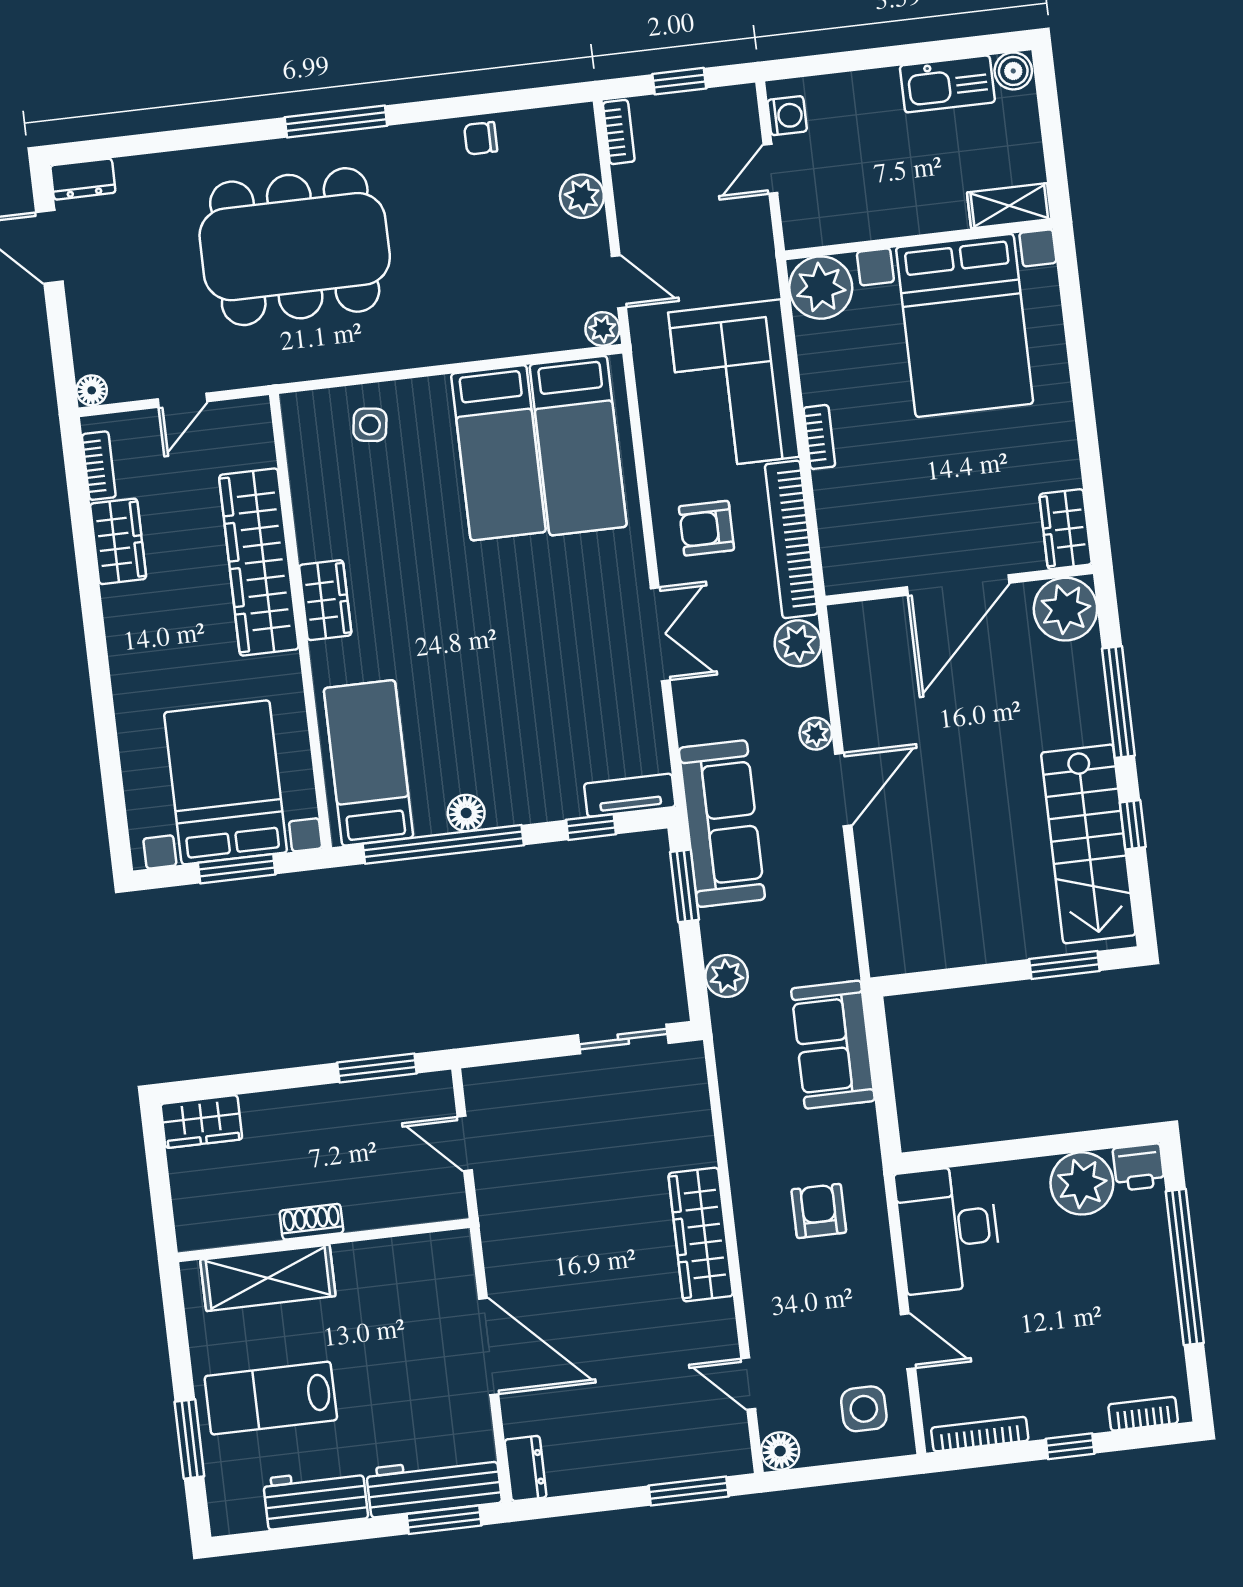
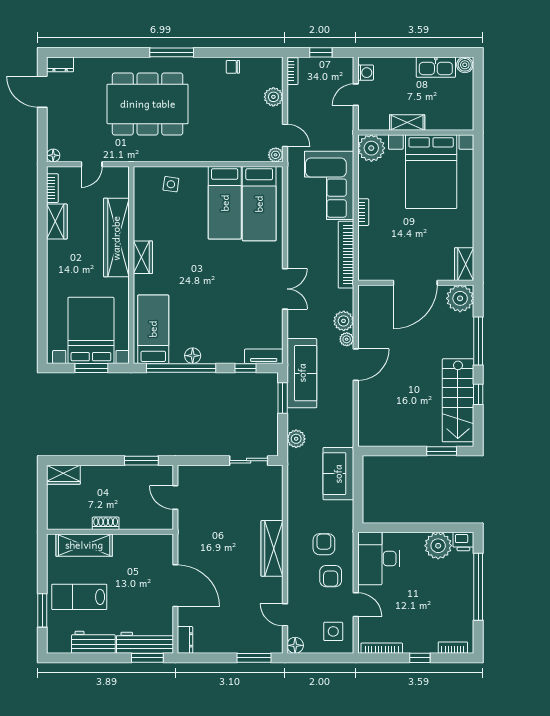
shelving: (1009, 206) -> (407, 122), moved
armchair: (706, 528) -> (331, 576), moved, turned -90
plant: (798, 643) -> (344, 321), moved

